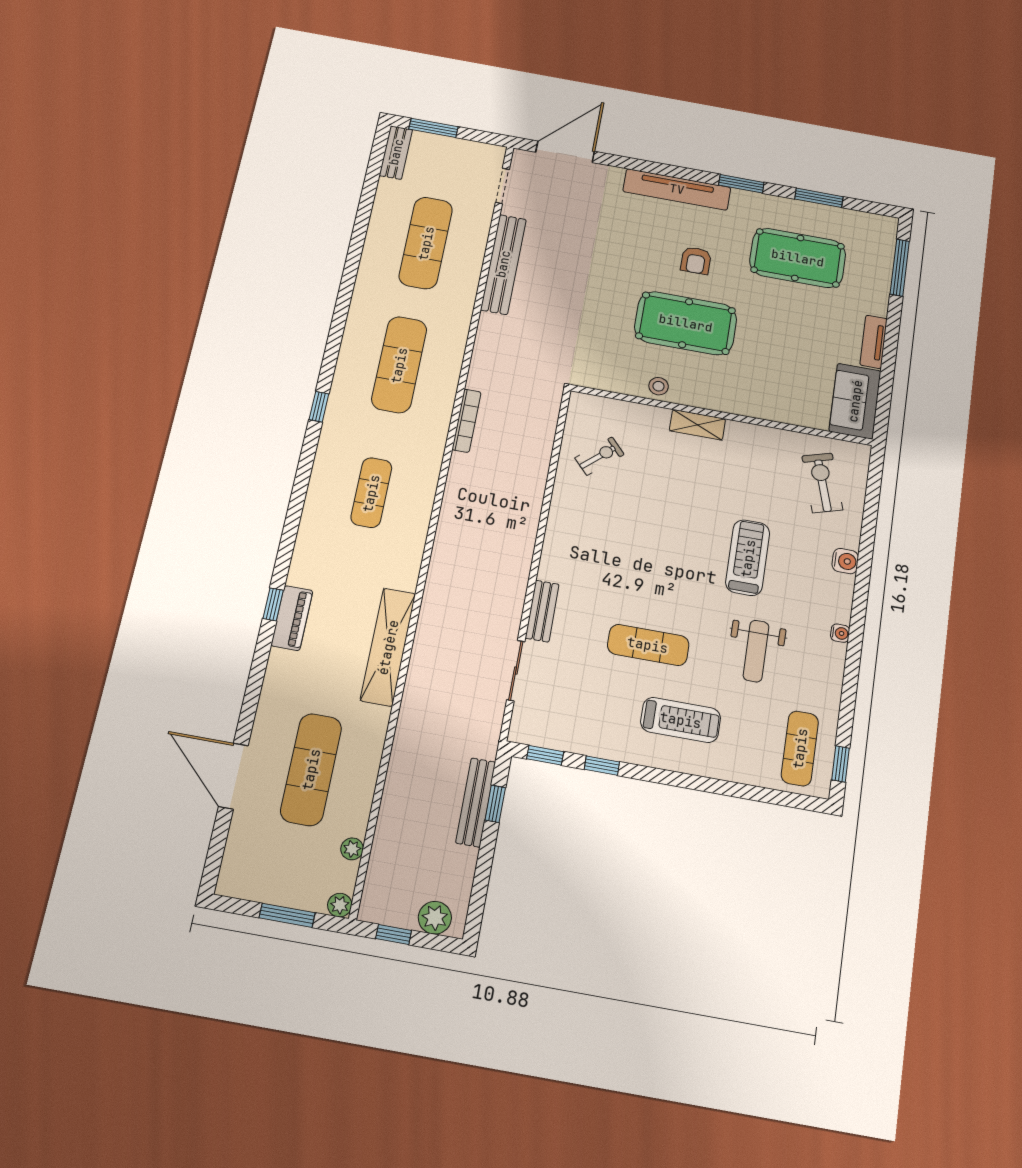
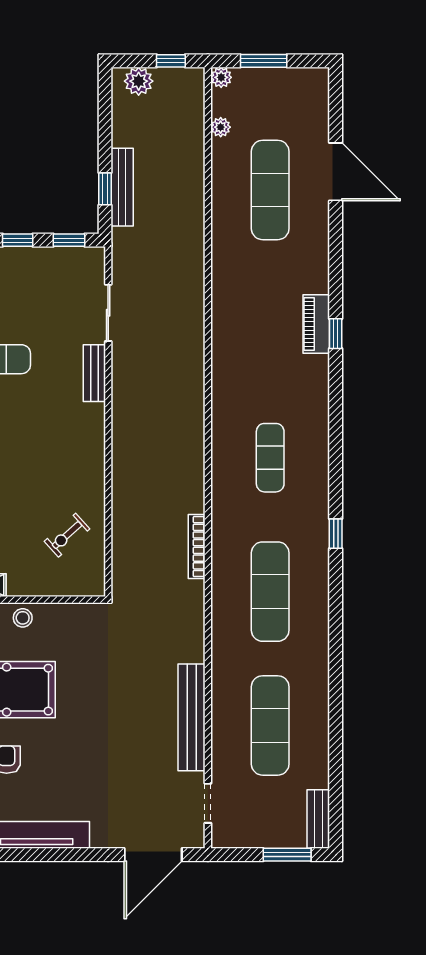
shelving: (388, 647) -> (226, 313), removed

